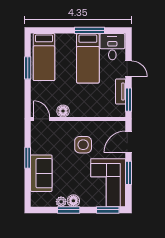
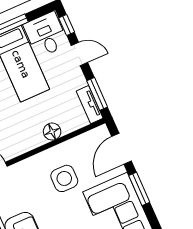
window: (128, 46) -> (67, 25), added
tv unit: (121, 91) -> (90, 105), moved
floor lamp: (63, 111) -> (52, 132), moved

